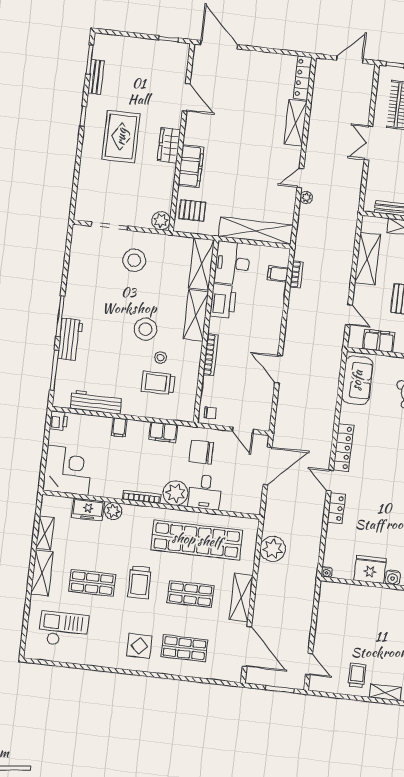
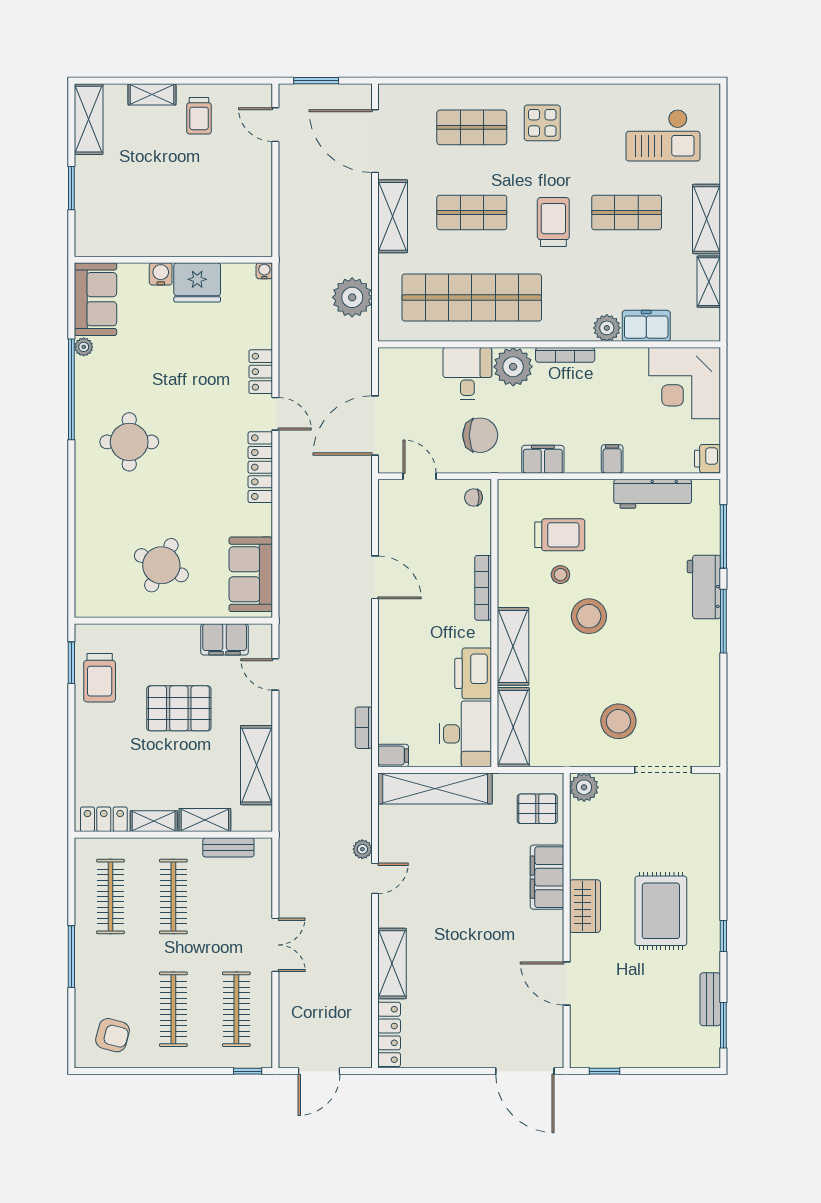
filing cabinet: (278, 274) -> (393, 756), moved

